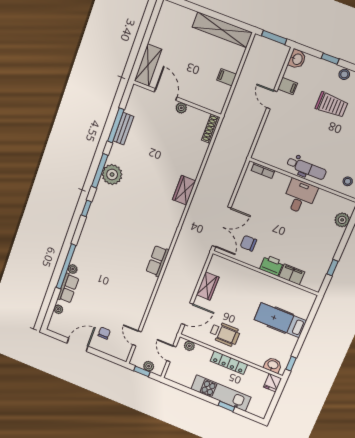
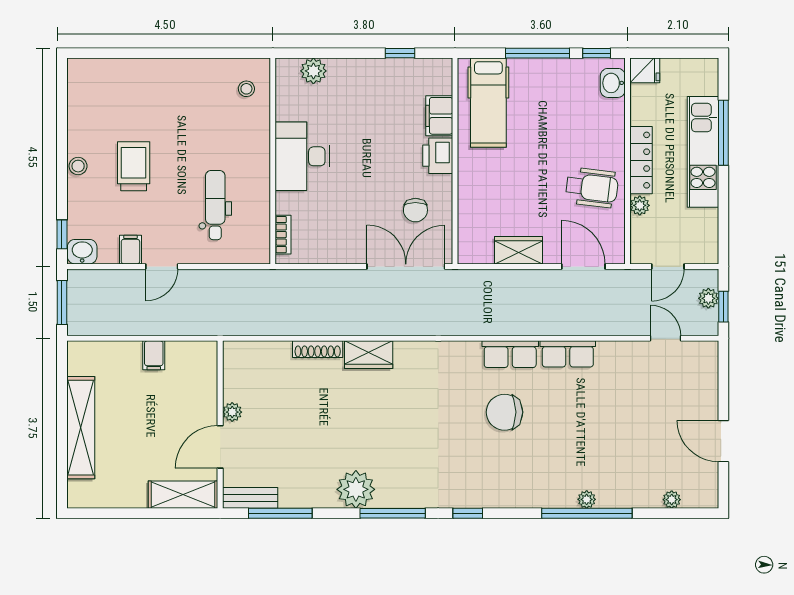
shelving: (222, 30) -> (81, 428), moved
window: (330, 59) -> (62, 234), moved
window: (116, 125) -> (280, 513), moved
bench: (123, 129) -> (250, 498), moved
shoe rack: (211, 129) -> (318, 349), moved
dental chair: (306, 168) -> (215, 205), moved
plant: (112, 175) -> (356, 489), moved
desk: (300, 197) -> (302, 156), width x1.37
row of seats: (68, 288) -> (568, 354), moved, turned 180
hospital bed: (280, 320) -> (488, 103), moved
chair: (104, 333) -> (505, 412), moved, width x1.87, depth x1.87
wheelchair: (225, 334) -> (592, 188), turned 97
window: (303, 335) -> (538, 53), added
door: (137, 338) -> (666, 338), swing flipped
plant: (189, 346) -> (640, 205), moved
window: (226, 406) -> (723, 133), width x2.17

